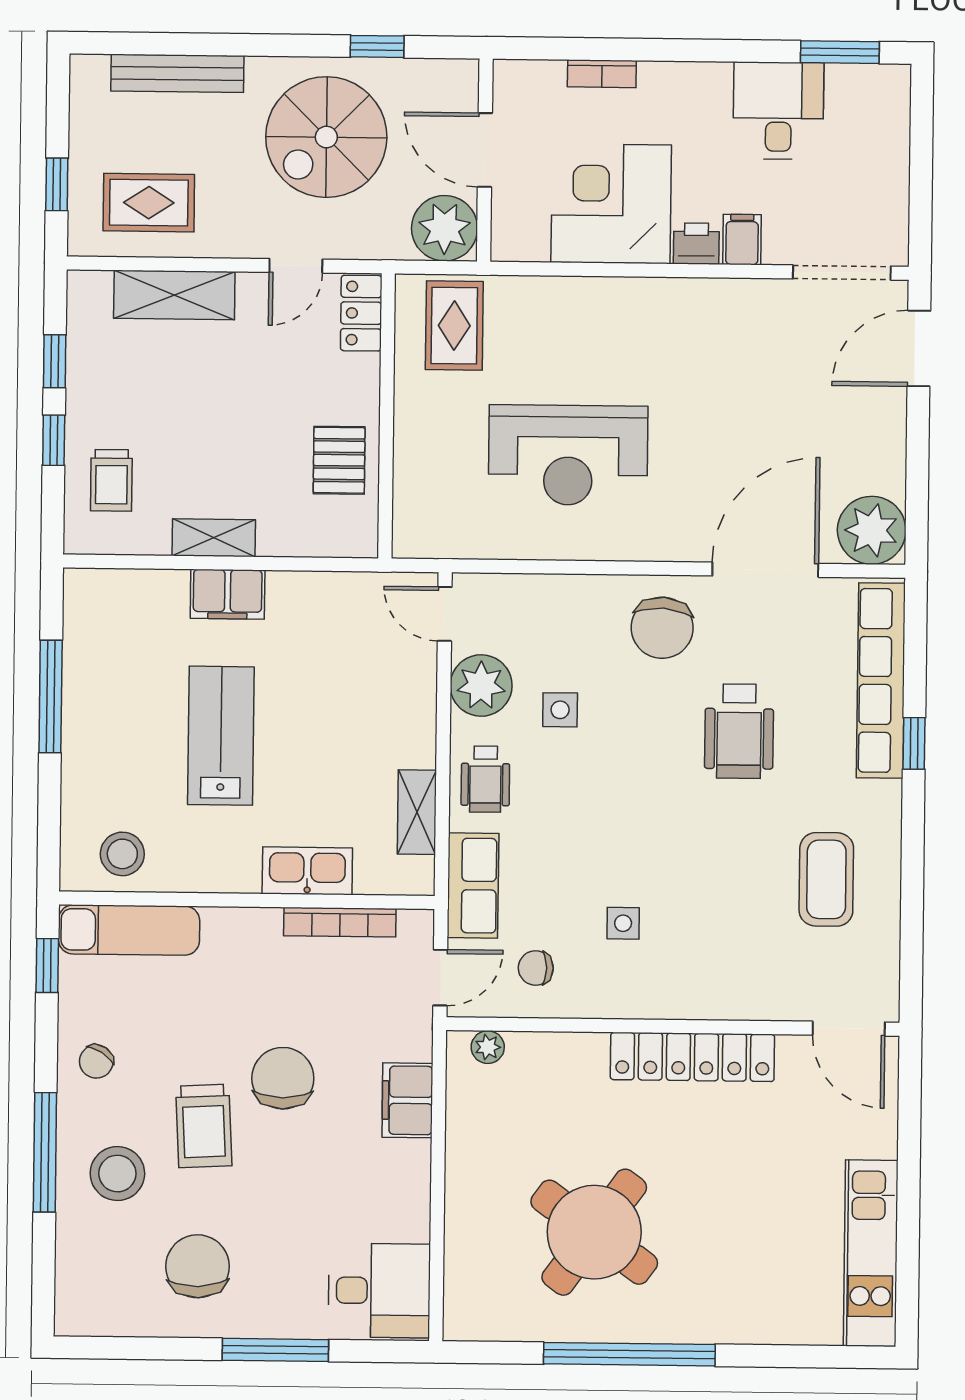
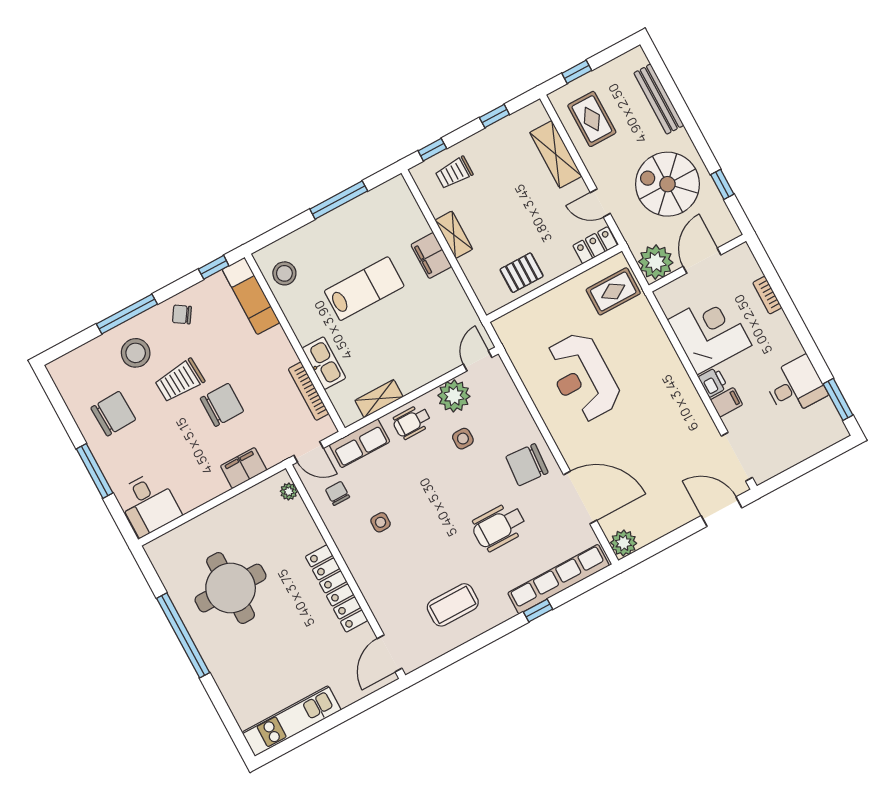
window: (54, 440) -> (432, 150), moved
plant: (872, 530) -> (624, 543), width x0.73, depth x0.73
round table: (594, 1232) -> (231, 588), turned -36

